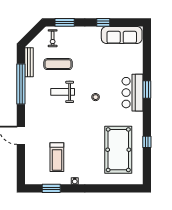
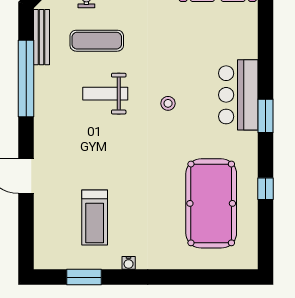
window: (147, 89) -> (266, 116), moved

